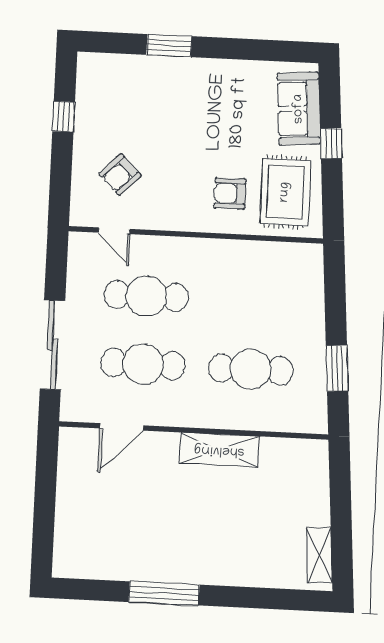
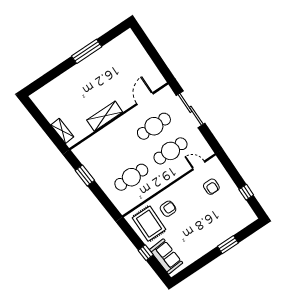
armchair: (120, 175) -> (211, 187), turned 135
cafe table: (251, 369) -> (131, 177), moved
shelving: (319, 555) -> (62, 131), moved

